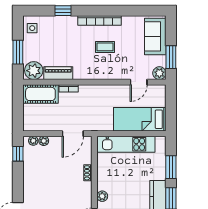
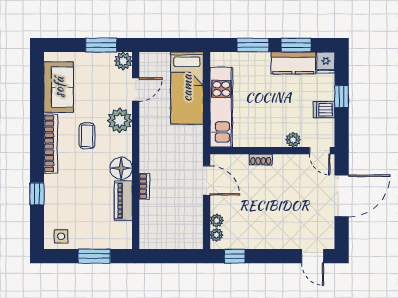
sofa: (155, 36) -> (59, 87), moved, turned -90
plant: (34, 71) -> (120, 121), moved
floor lamp: (82, 72) -> (121, 168), added
door: (139, 82) -> (136, 89), hinge flipped
cot: (40, 94) -> (152, 225), removed

